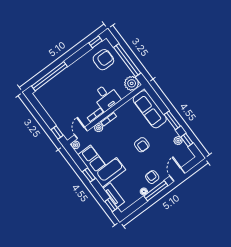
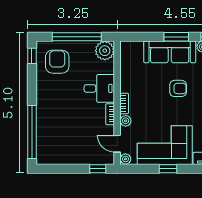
sofa: (150, 109) -> (170, 52), moved

